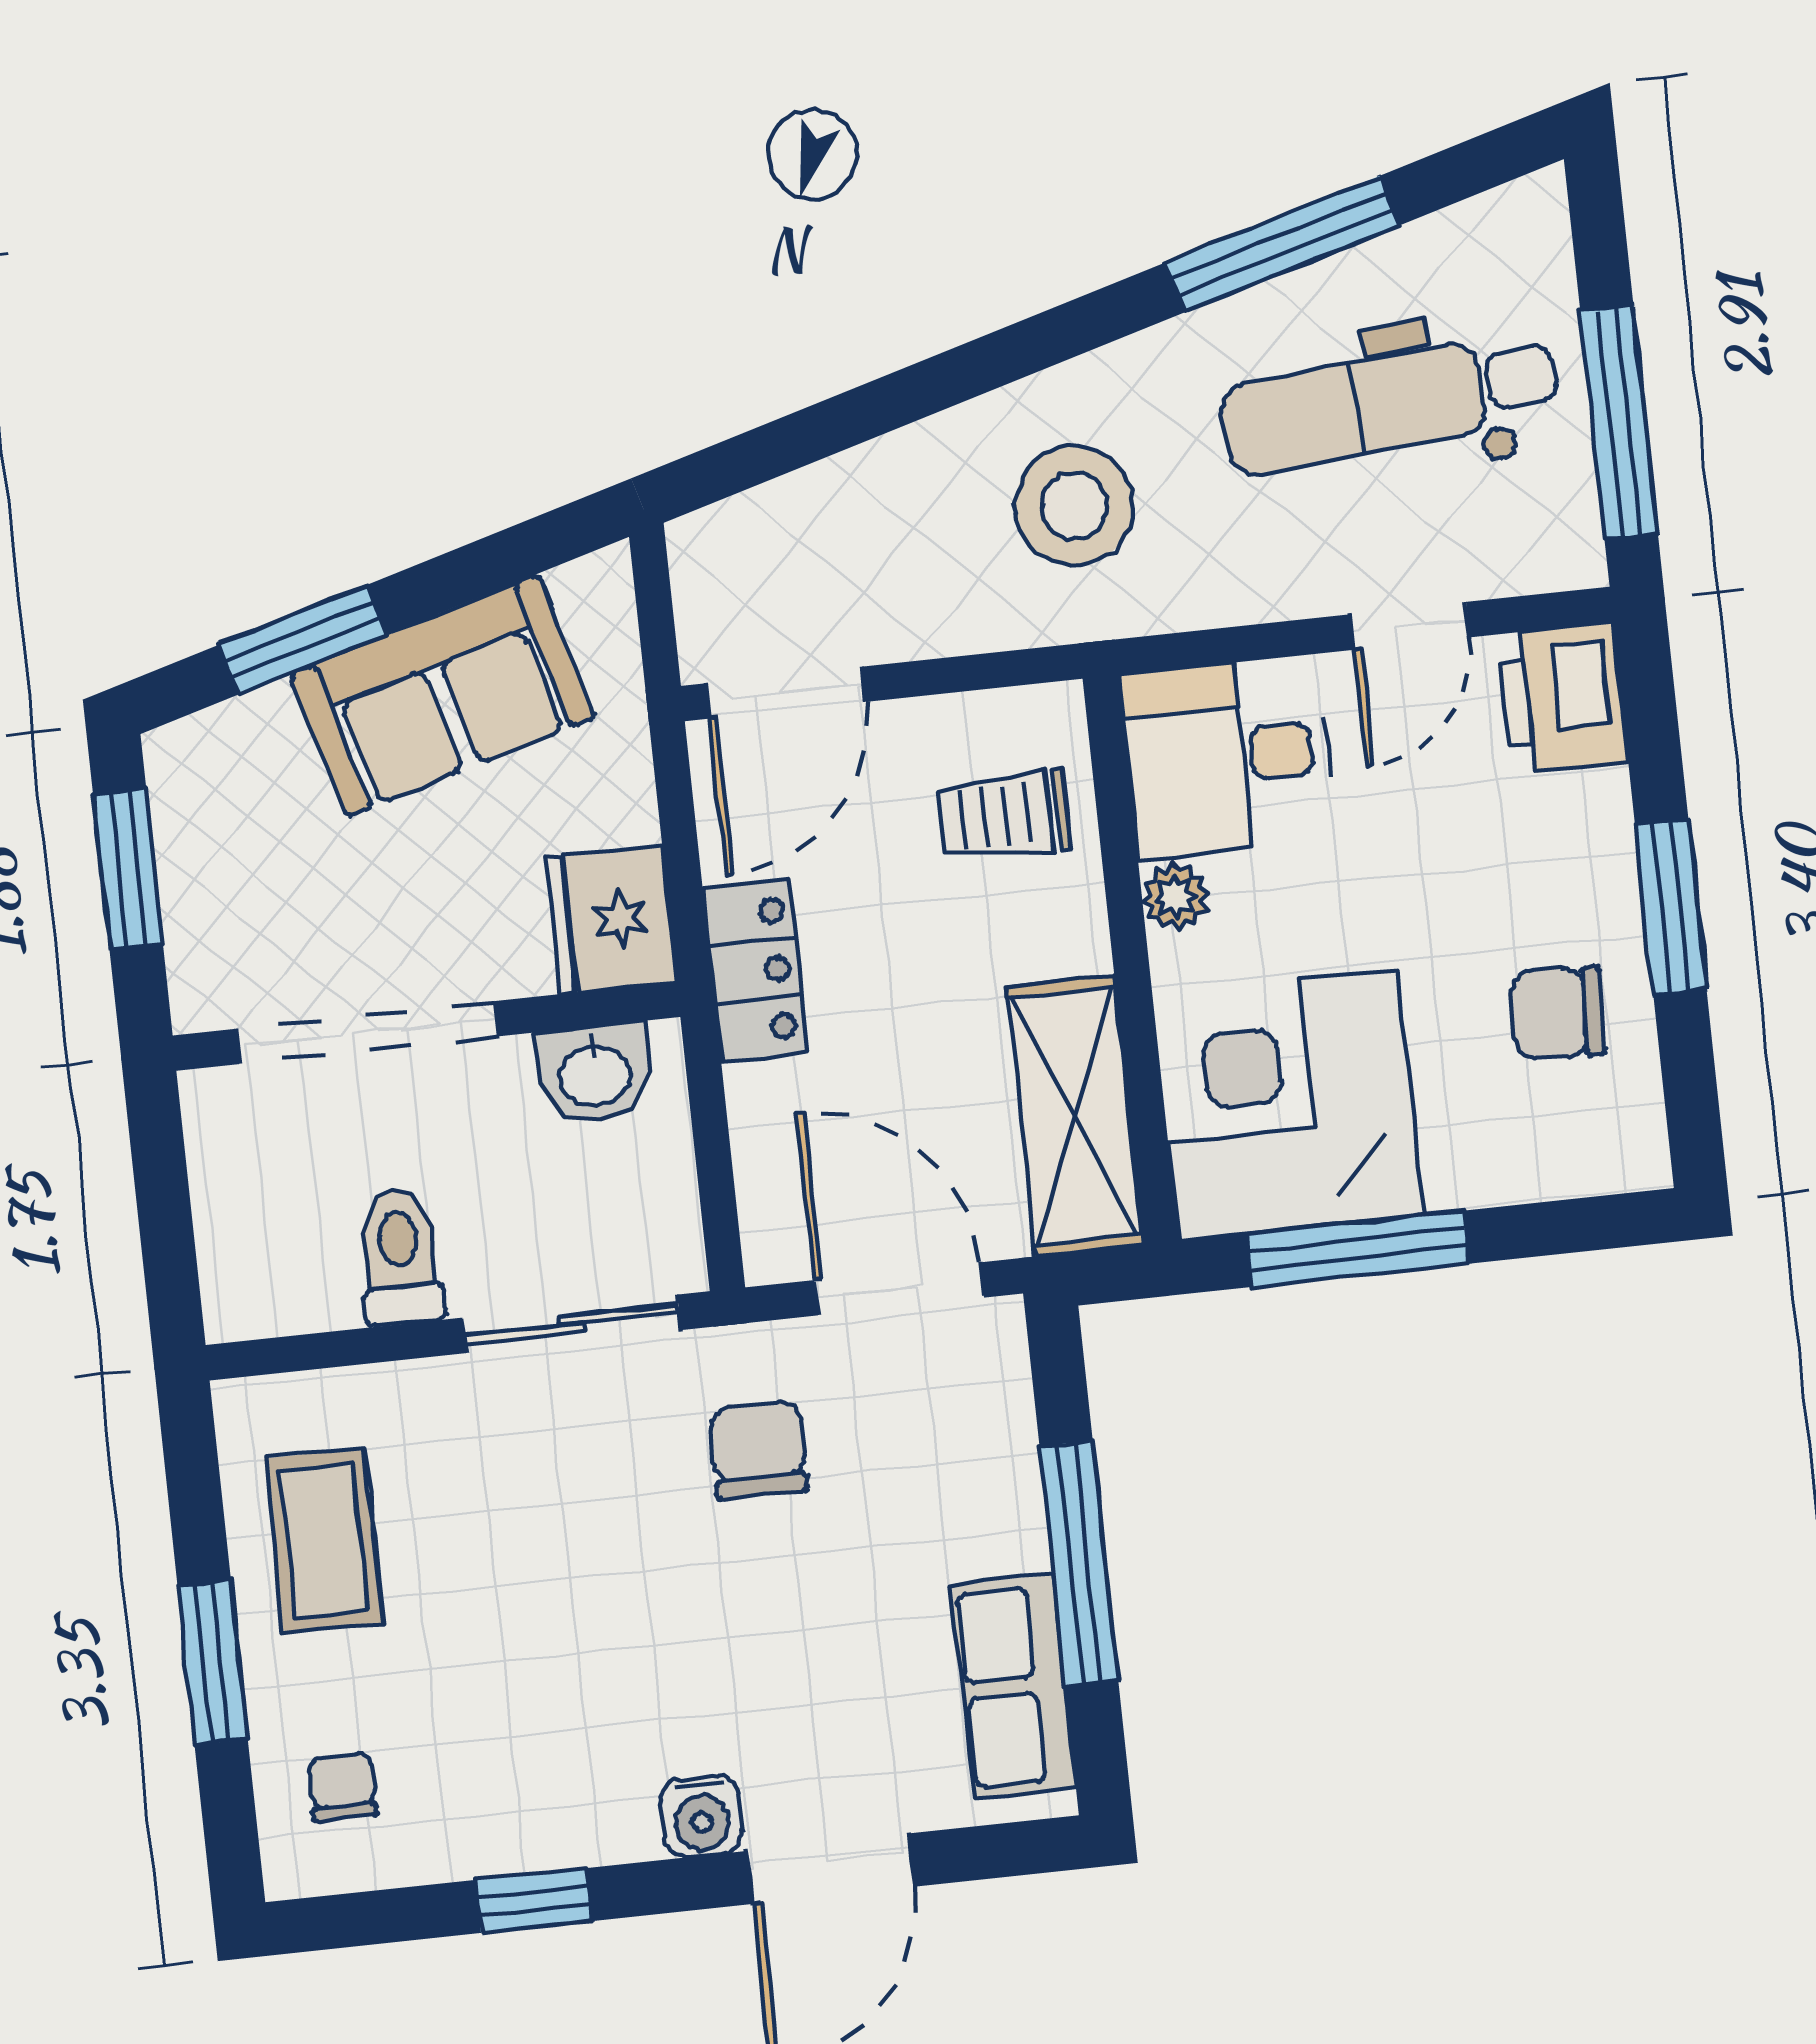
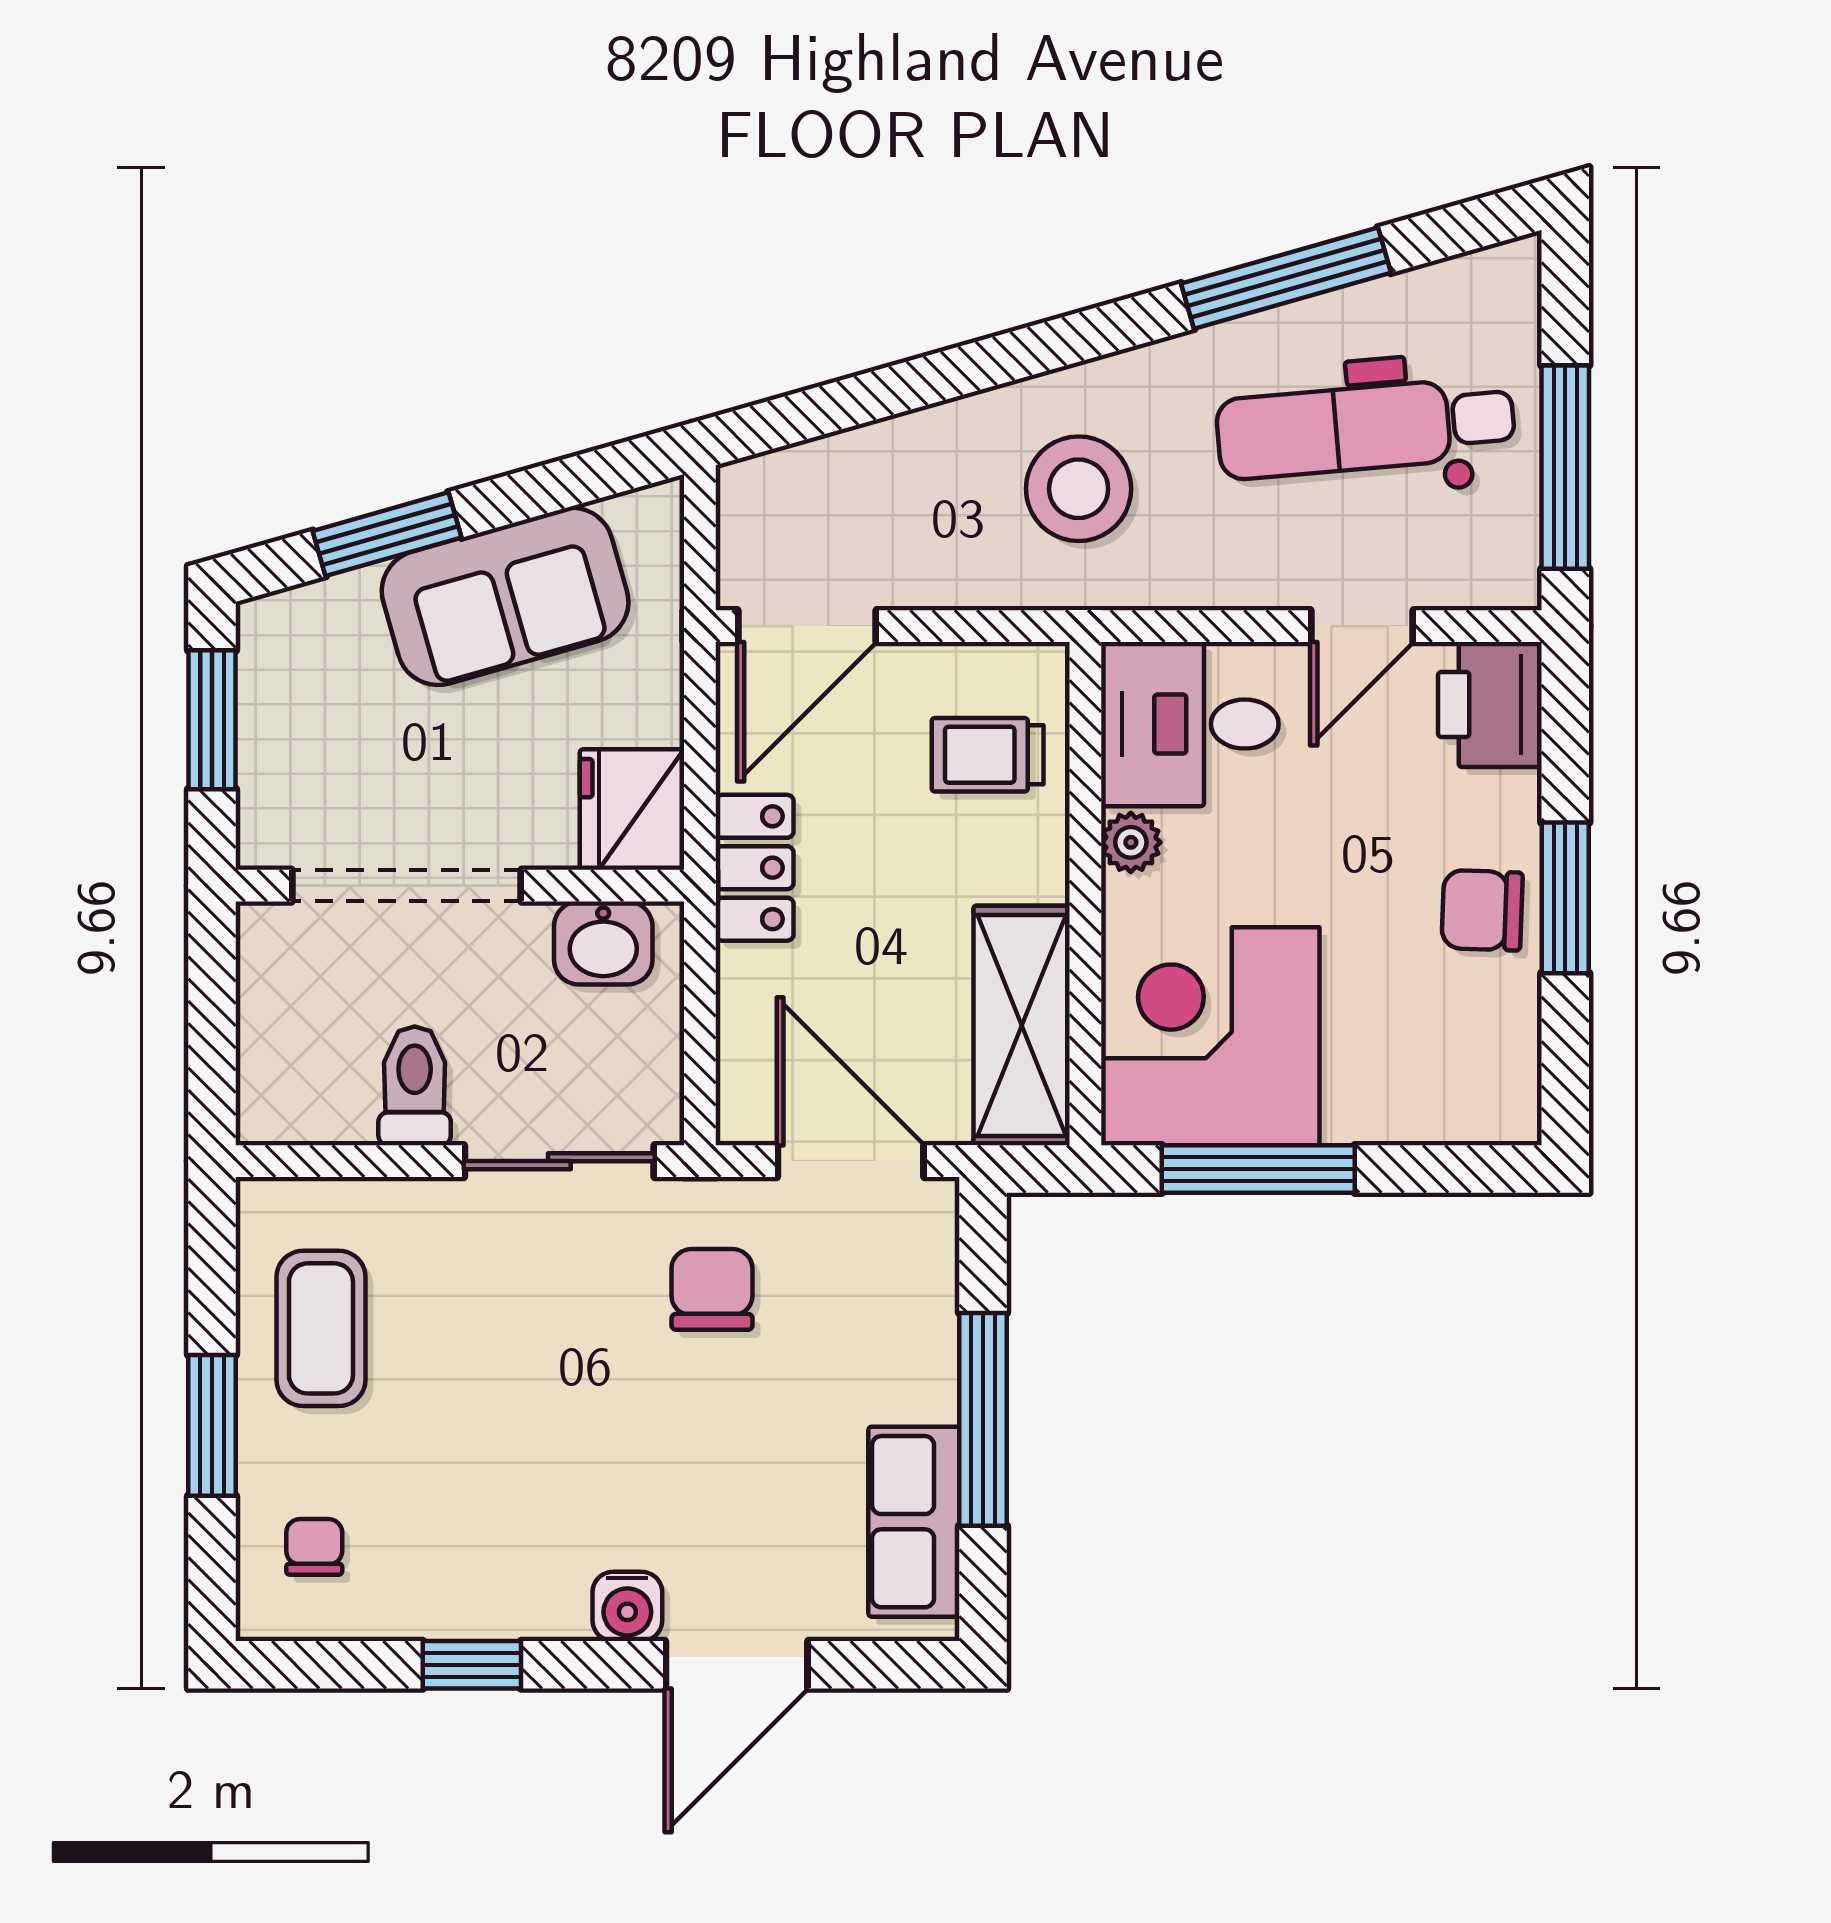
chair: (1557, 1013) -> (1482, 910), moved

